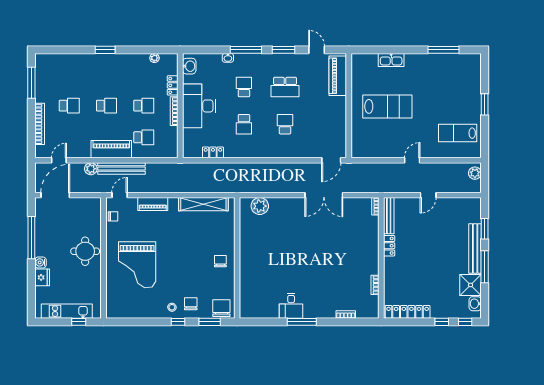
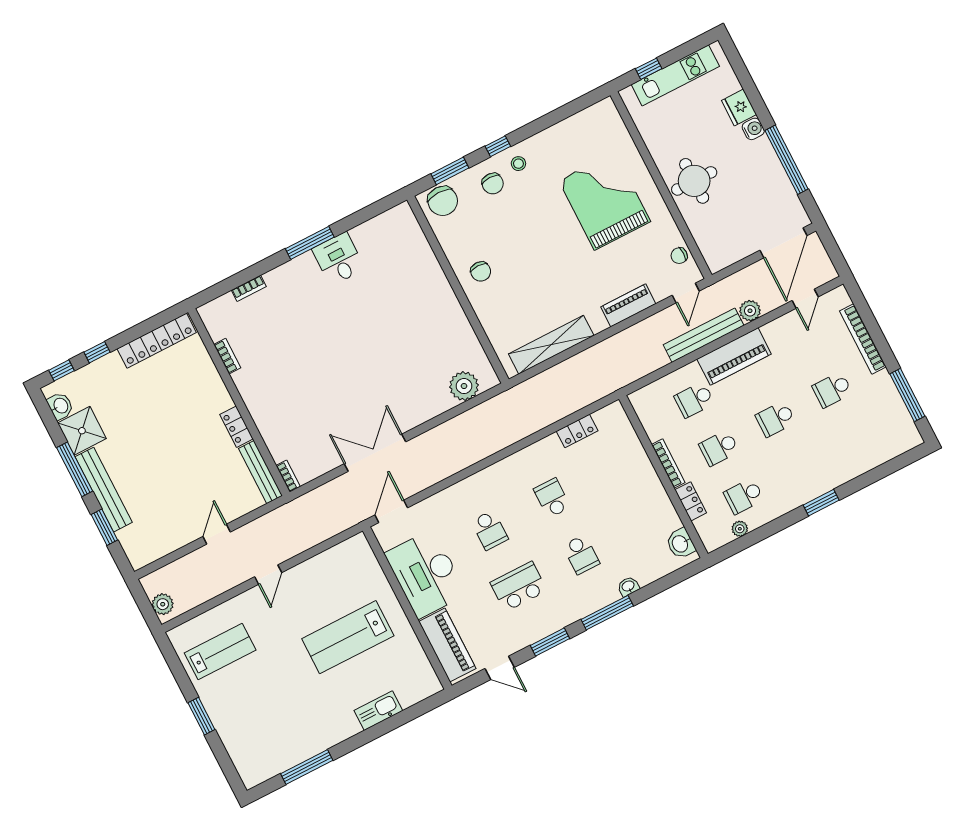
school desk: (144, 74) -> (744, 496), added
desk: (199, 106) -> (426, 574), moved, turned 180

